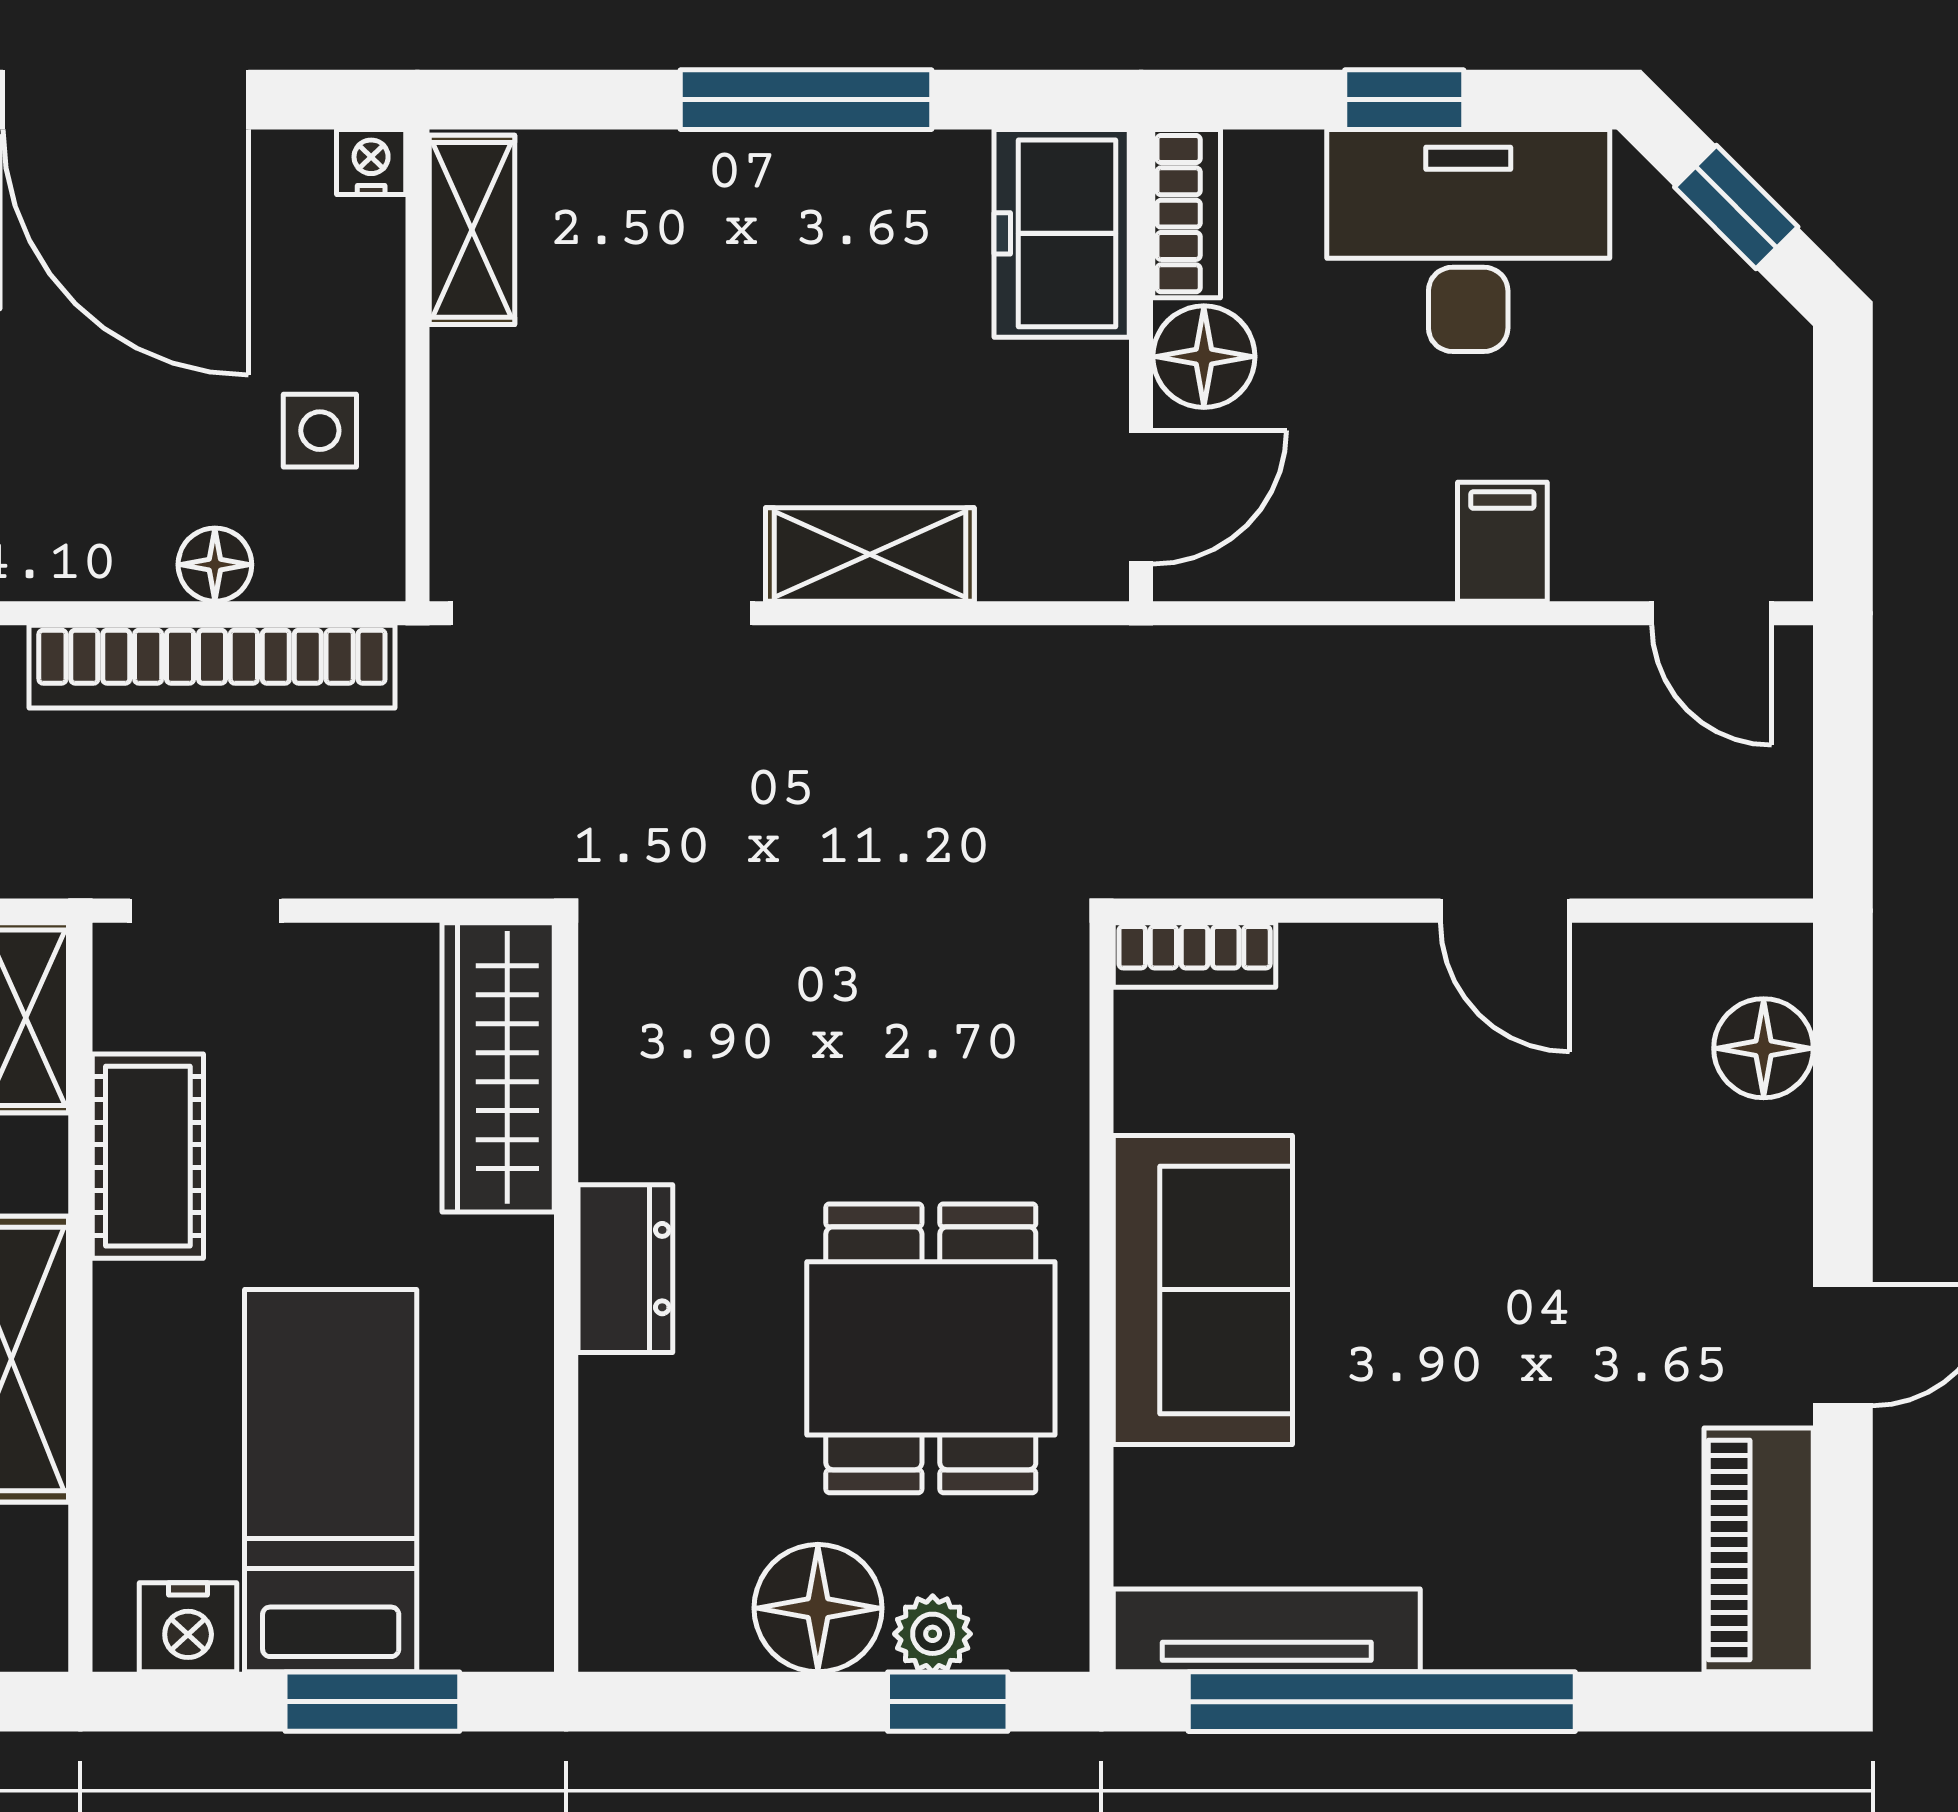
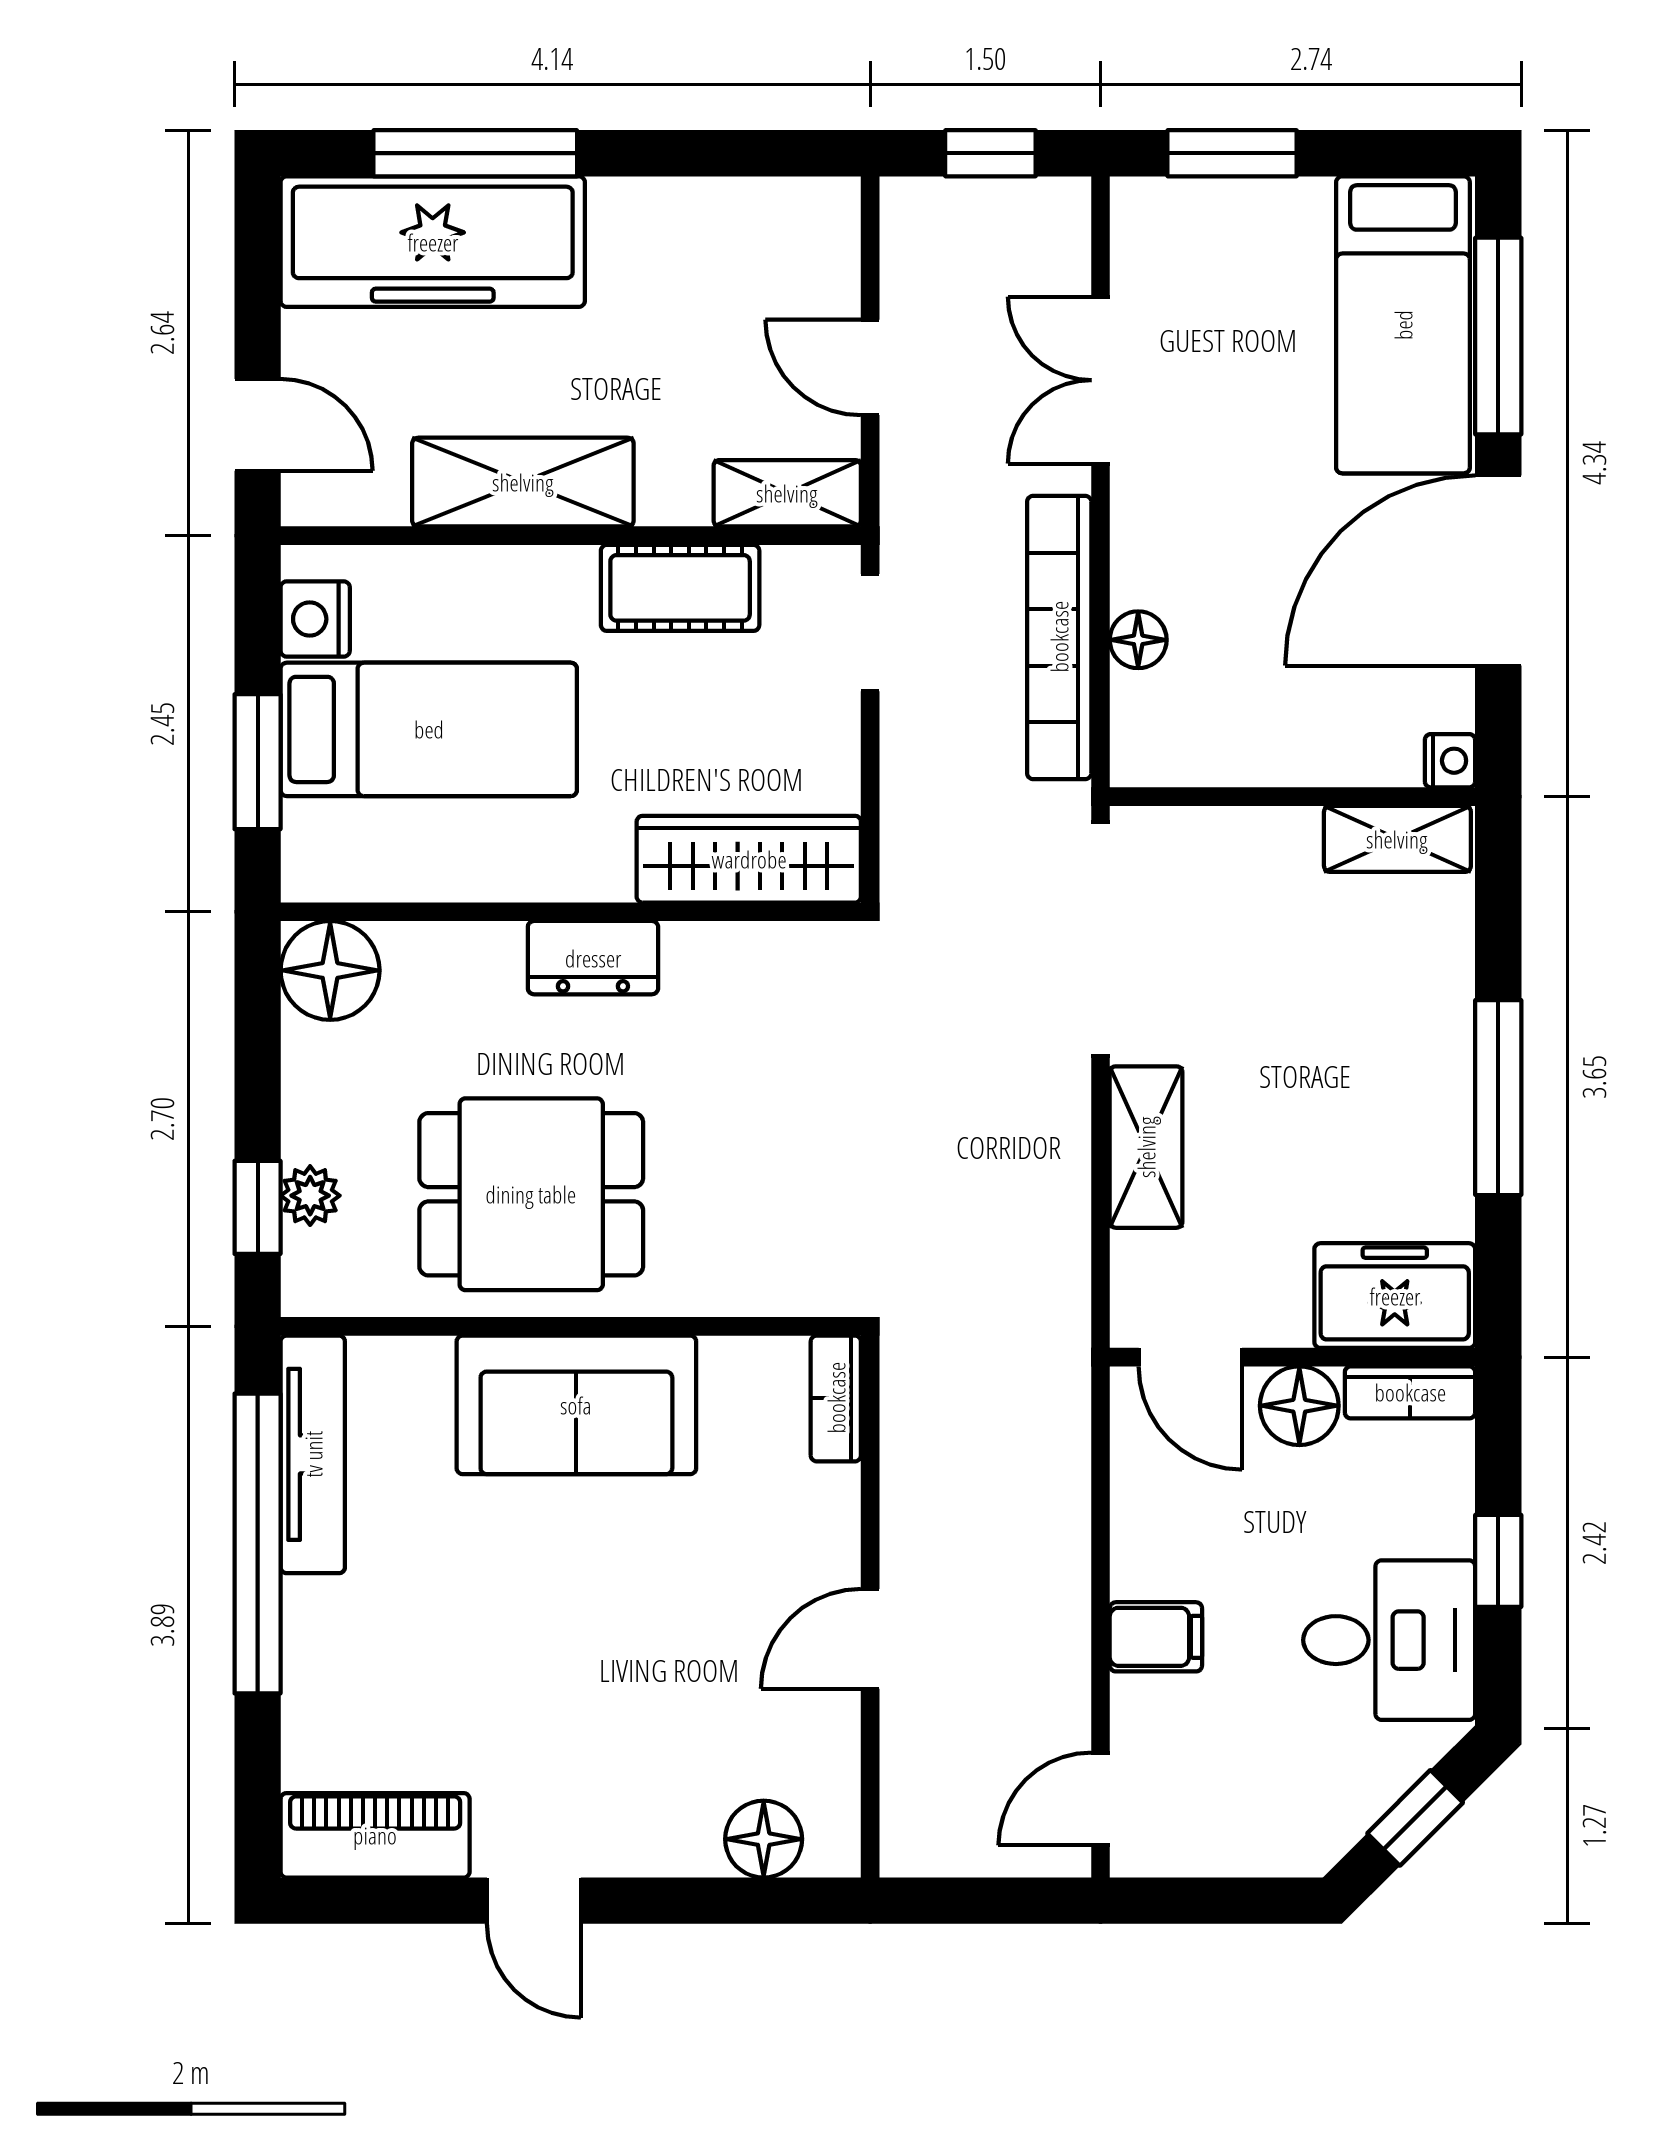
desk: (1468, 241) -> (1389, 1640), width x0.73
side table: (320, 431) -> (1242, 721), removed
floor lamp: (818, 1608) -> (330, 970), moved

